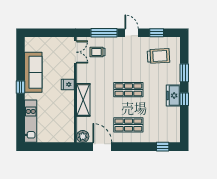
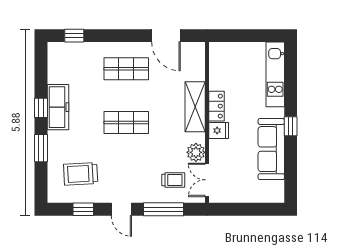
freezer: (173, 95) -> (58, 107), width x1.40
locker: (69, 100) -> (216, 106), added
plant: (83, 136) -> (196, 152), moved

